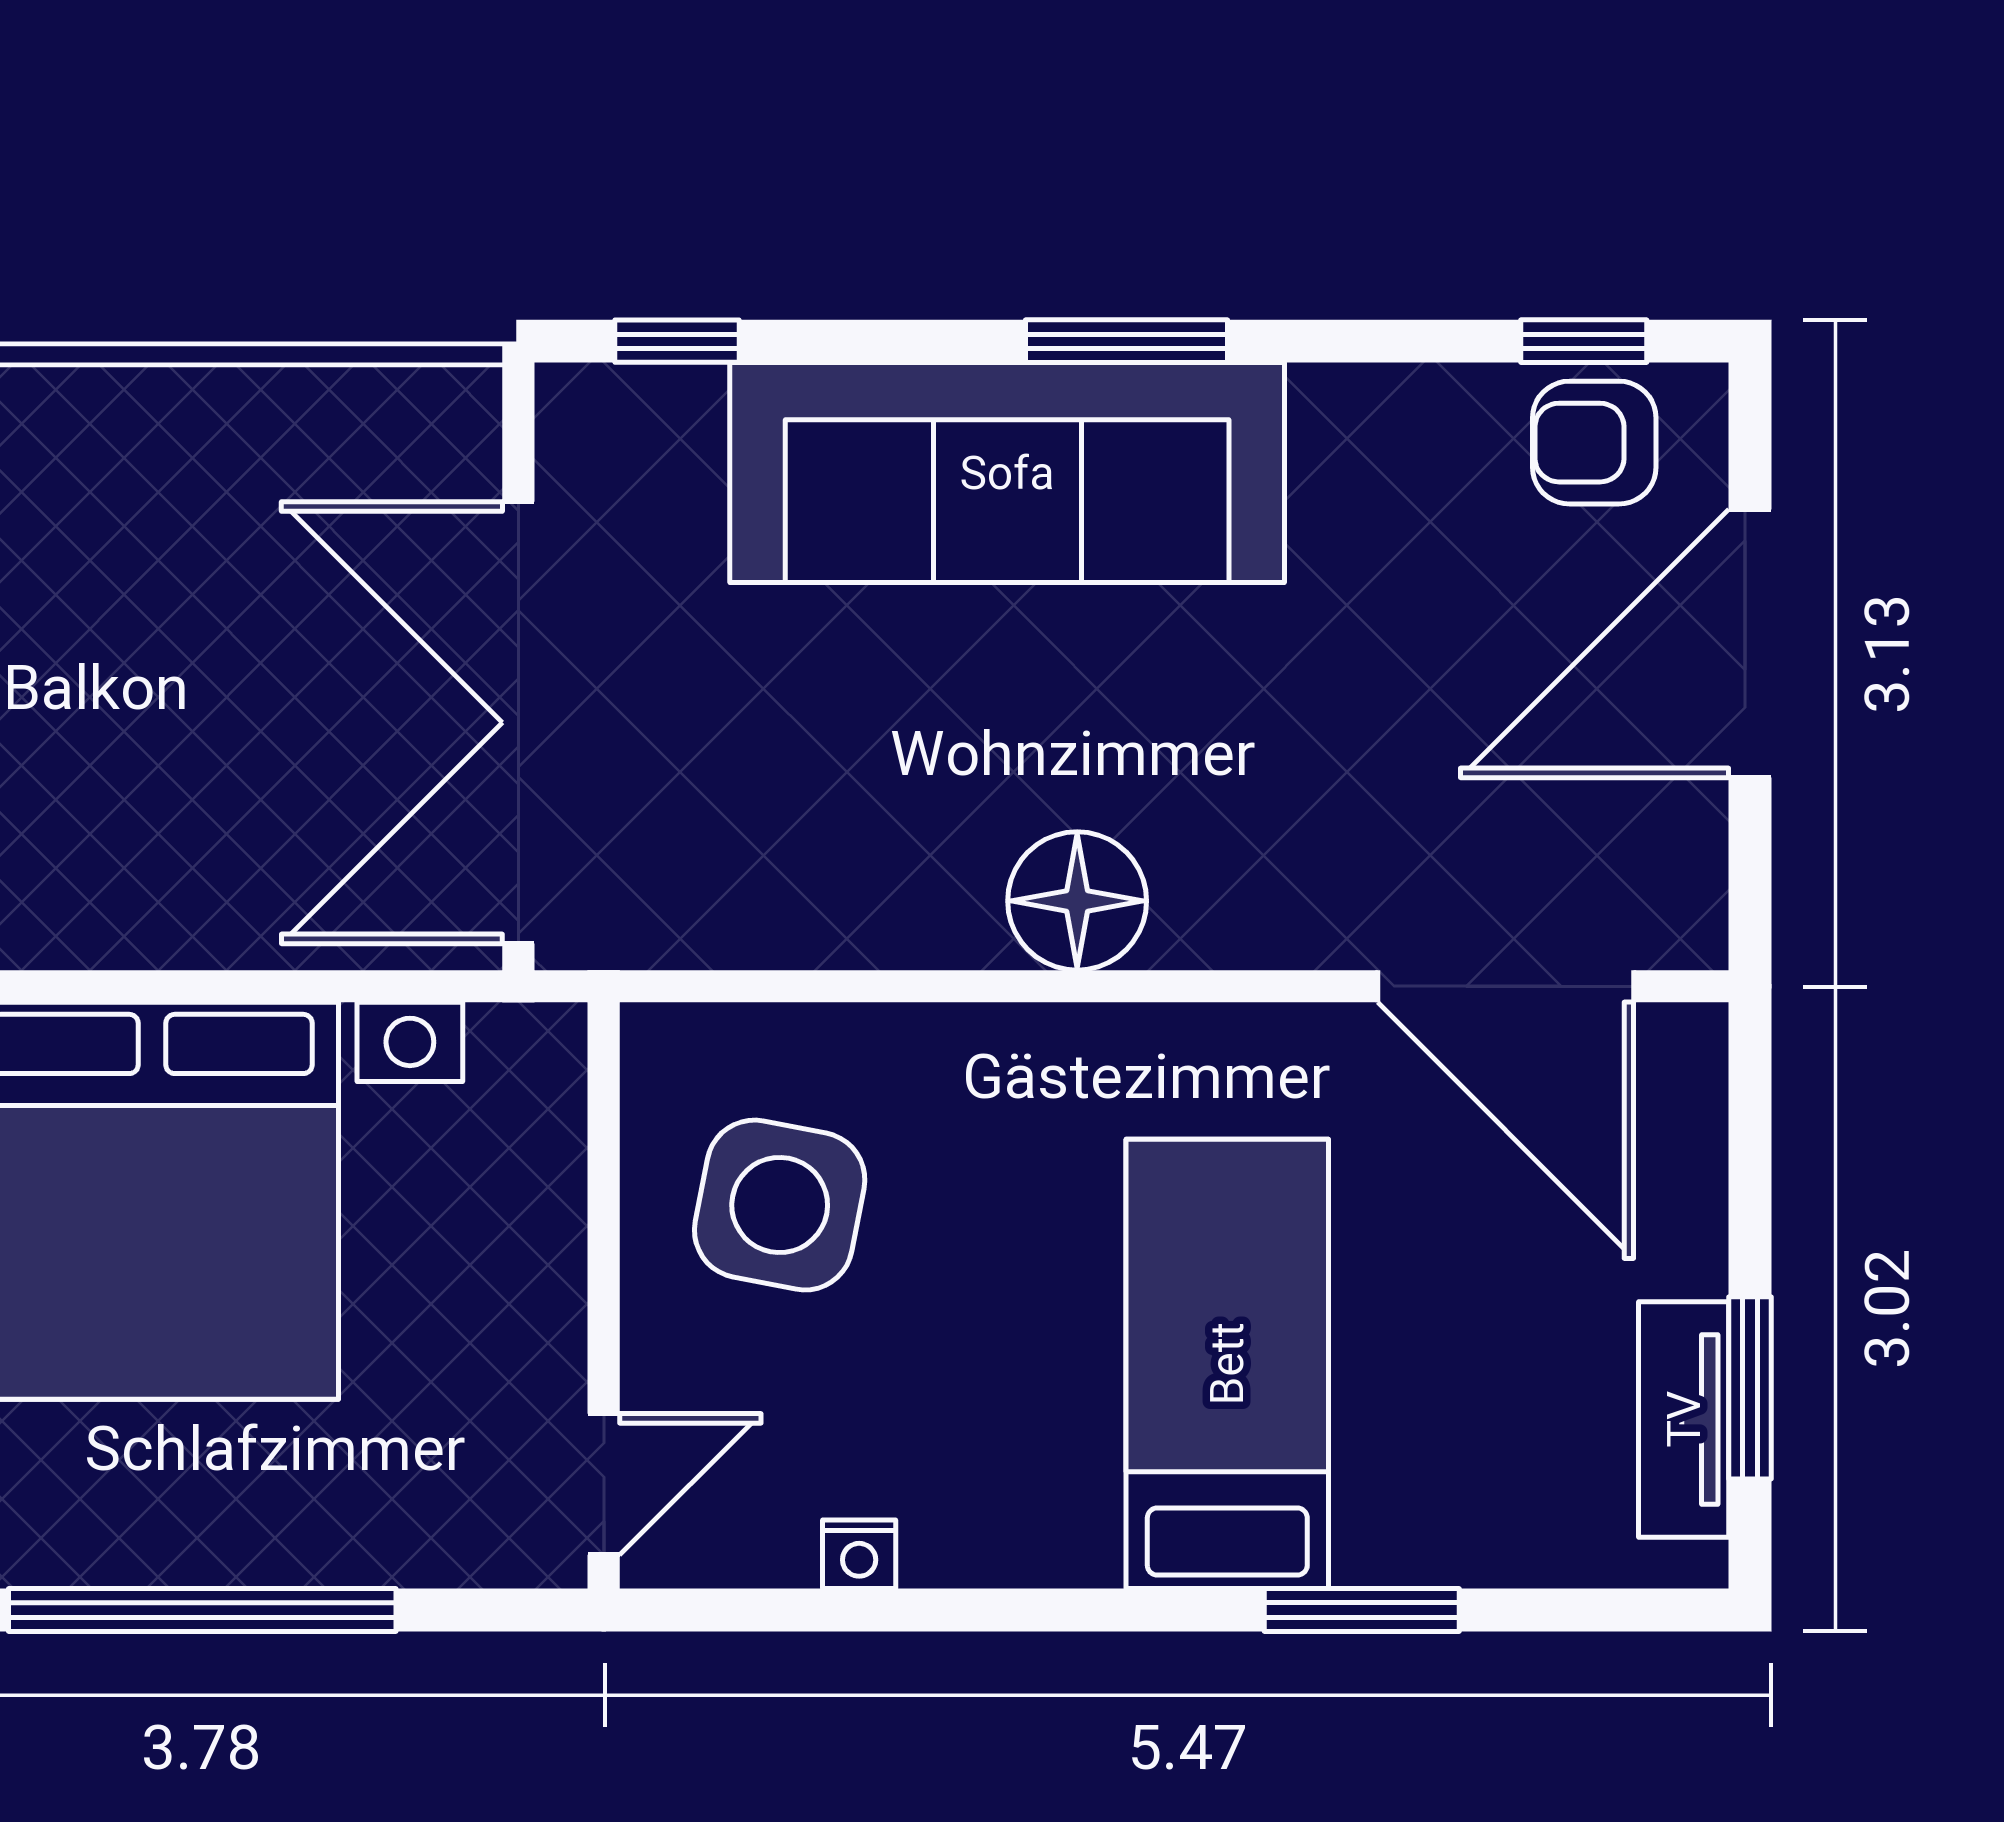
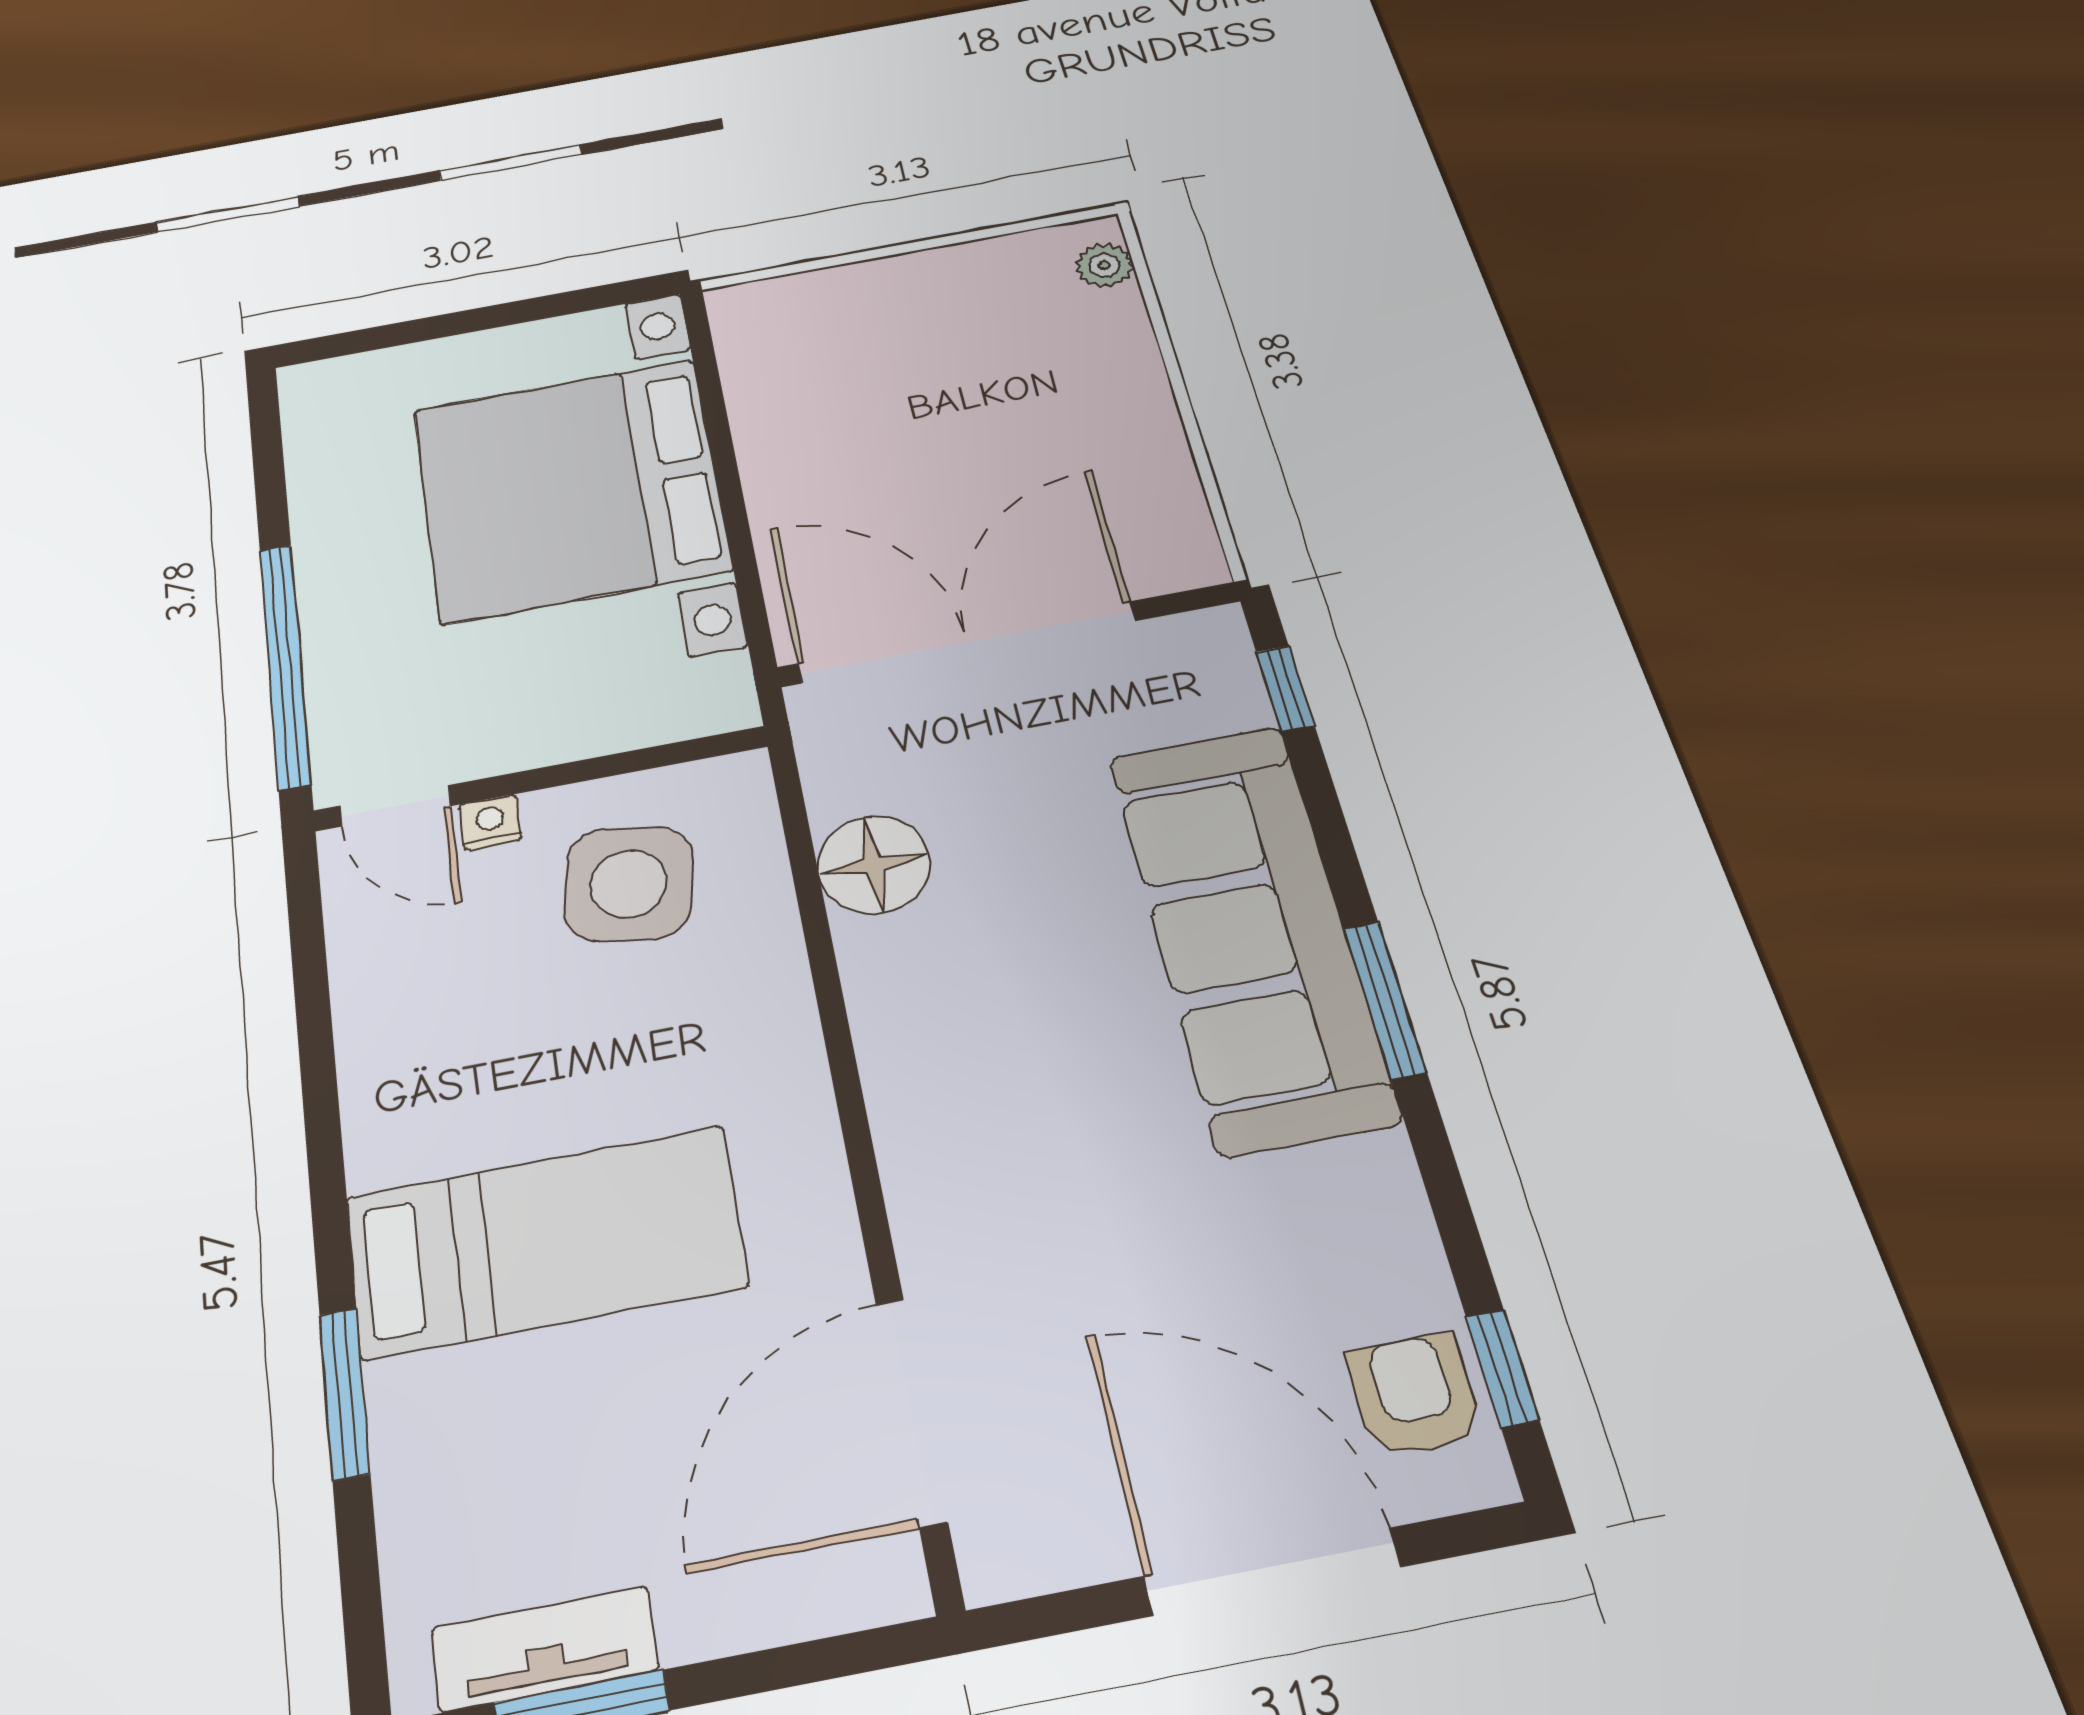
floor lamp: (1077, 901) -> (874, 864), moved
nightstand: (859, 1554) -> (490, 822), moved, turned 90
window: (202, 1610) -> (285, 664), moved

